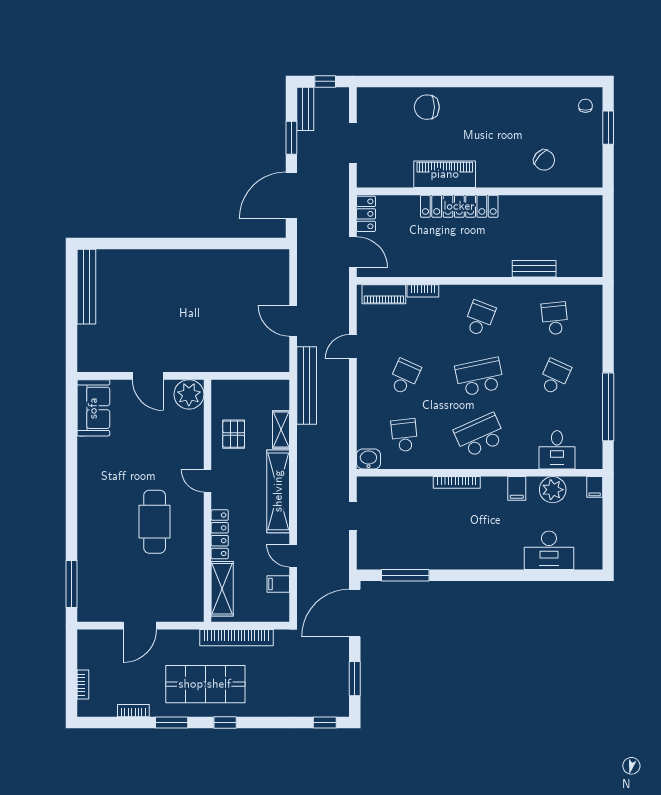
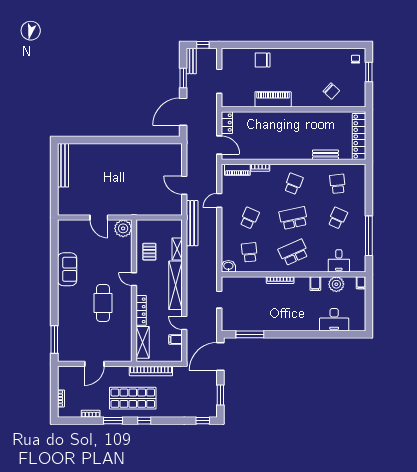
locker: (459, 206) -> (359, 136), moved, turned 90
sofa: (93, 408) -> (67, 269), moved

